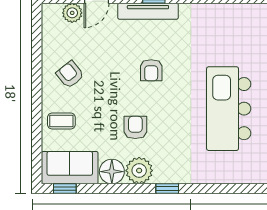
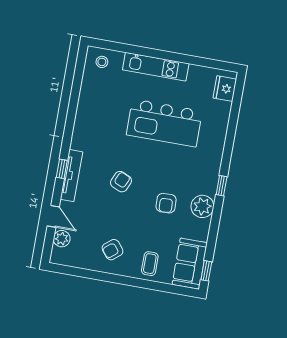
armchair: (151, 70) -> (121, 182), turned -66
armchair: (135, 127) -> (166, 203), turned -92
floor lamp: (112, 172) -> (199, 229), removed

